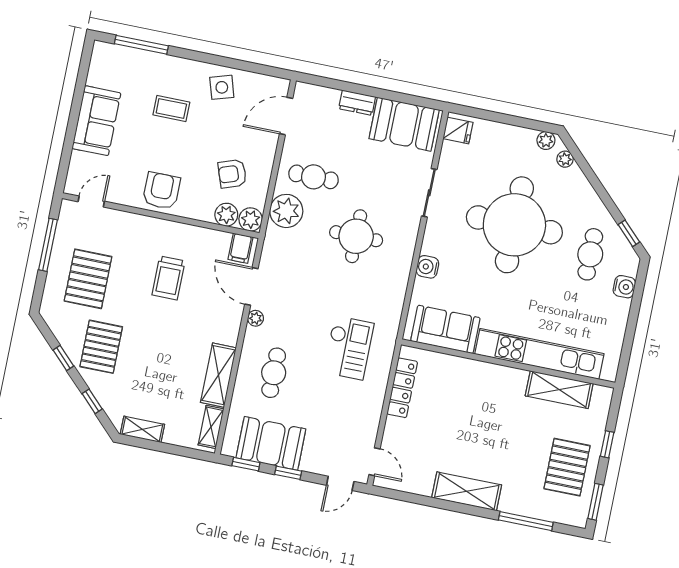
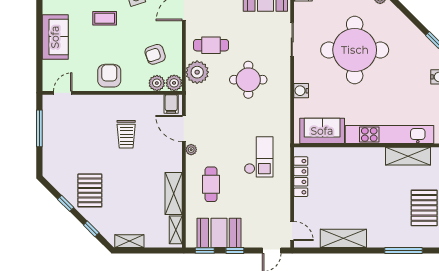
cafe table: (590, 254) -> (410, 60), removed
pallet: (88, 279) -> (71, 146), removed
shelving: (467, 491) -> (343, 238), moved

